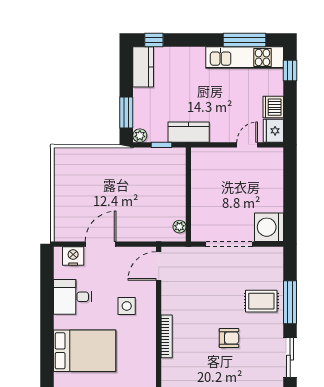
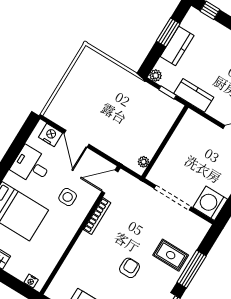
kitchen counter: (143, 67) -> (177, 46), moved
window: (126, 113) -> (168, 32), moved
door: (101, 244) -> (77, 139), swing flipped
bookcase: (167, 336) -> (97, 216), moved
armchair: (229, 338) -> (130, 268), turned -90

